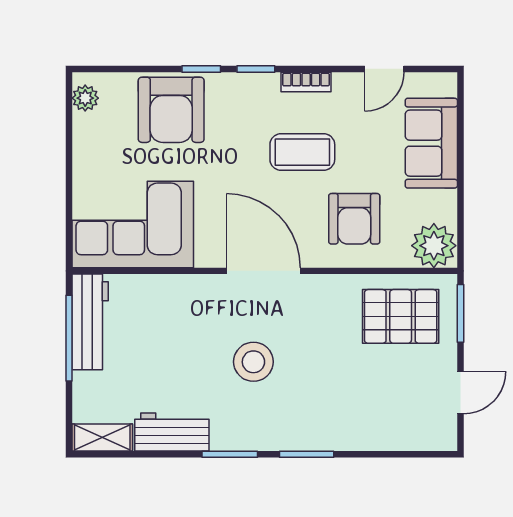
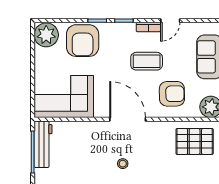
door: (384, 69) -> (170, 21), moved
plant: (85, 98) -> (46, 35), width x1.88, depth x1.88
armchair: (354, 219) -> (172, 94), turned -91
stool: (253, 362) -> (123, 164), width x0.53, depth x0.53

